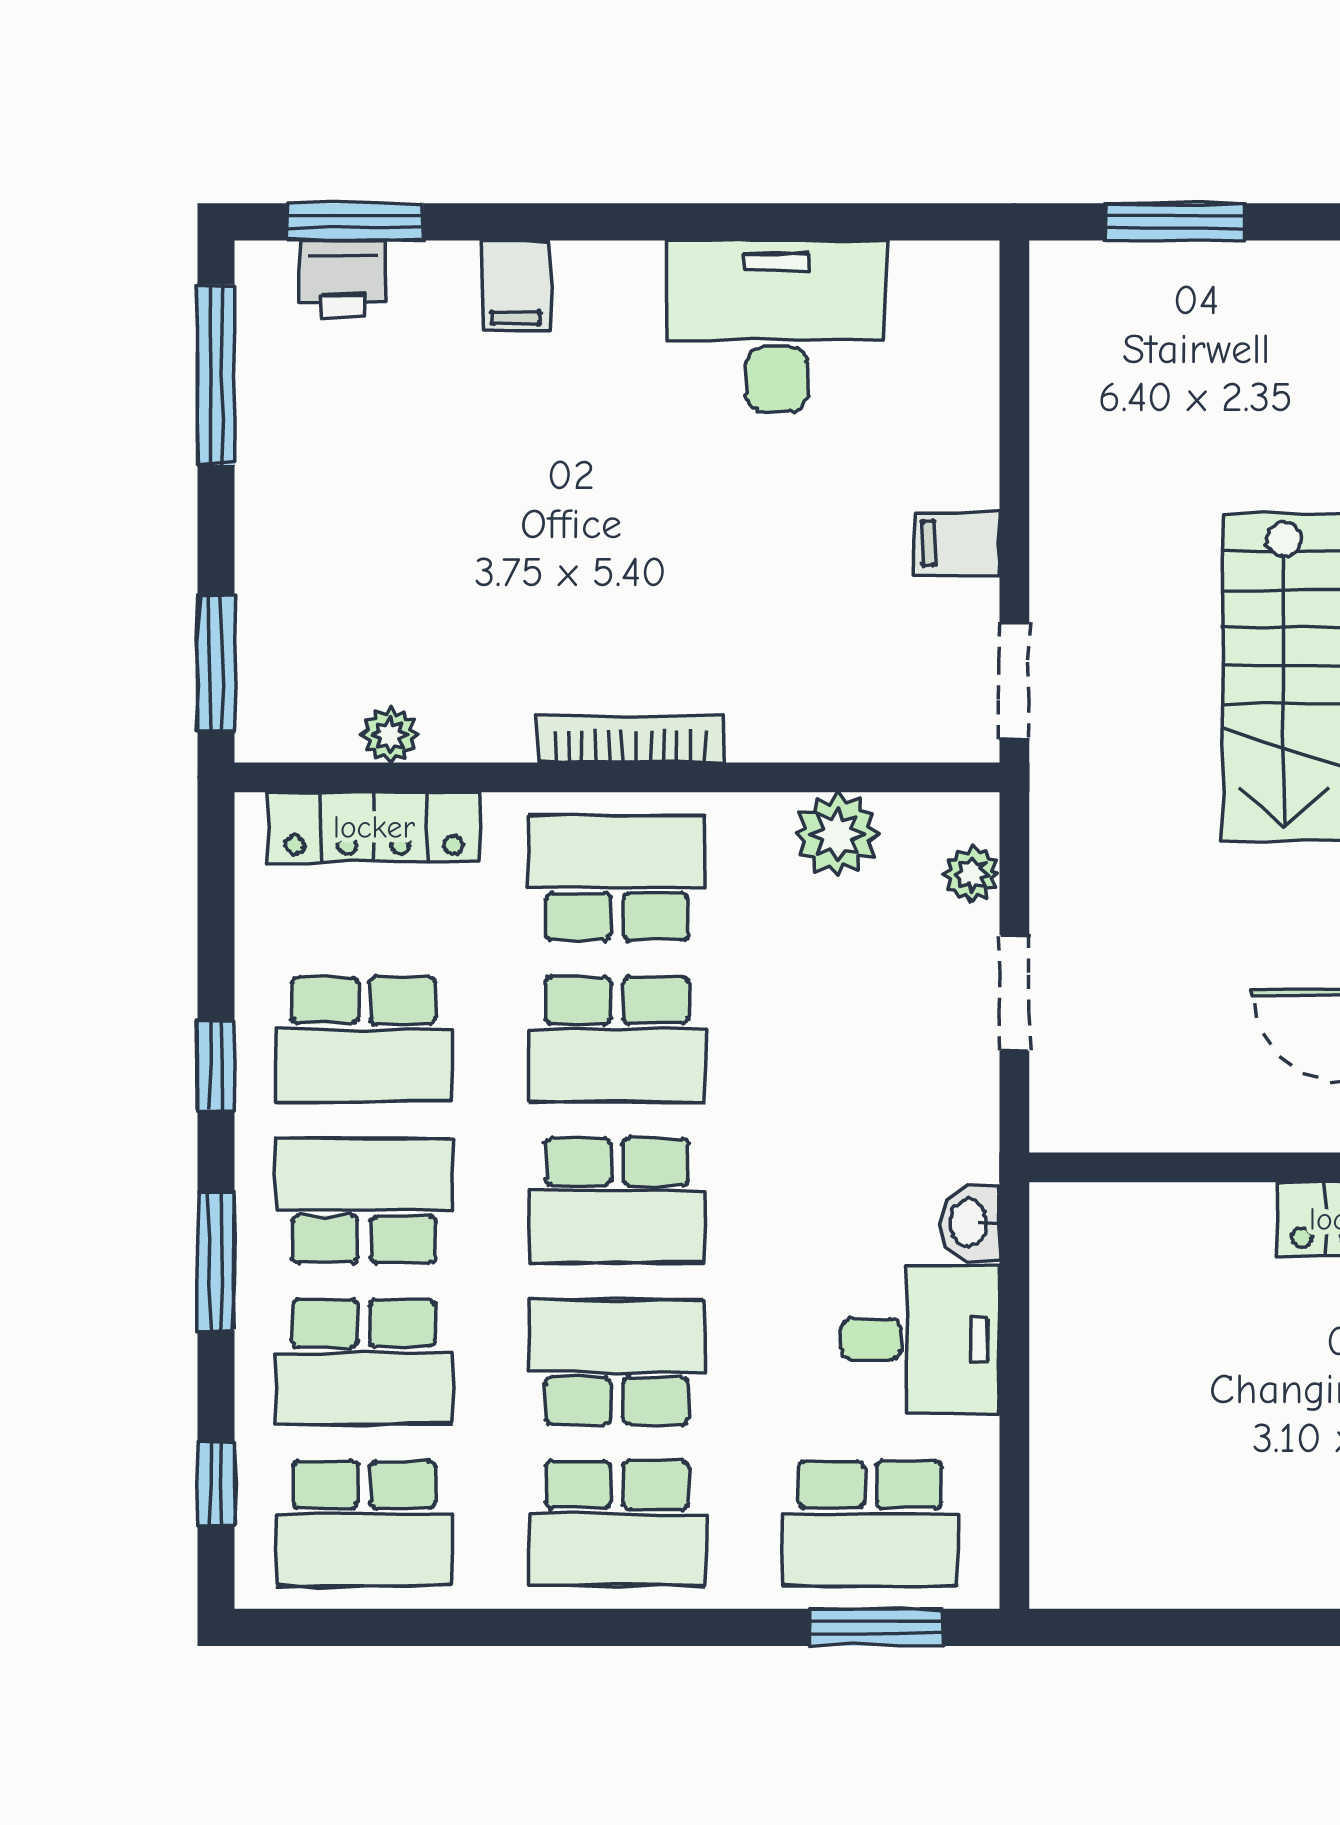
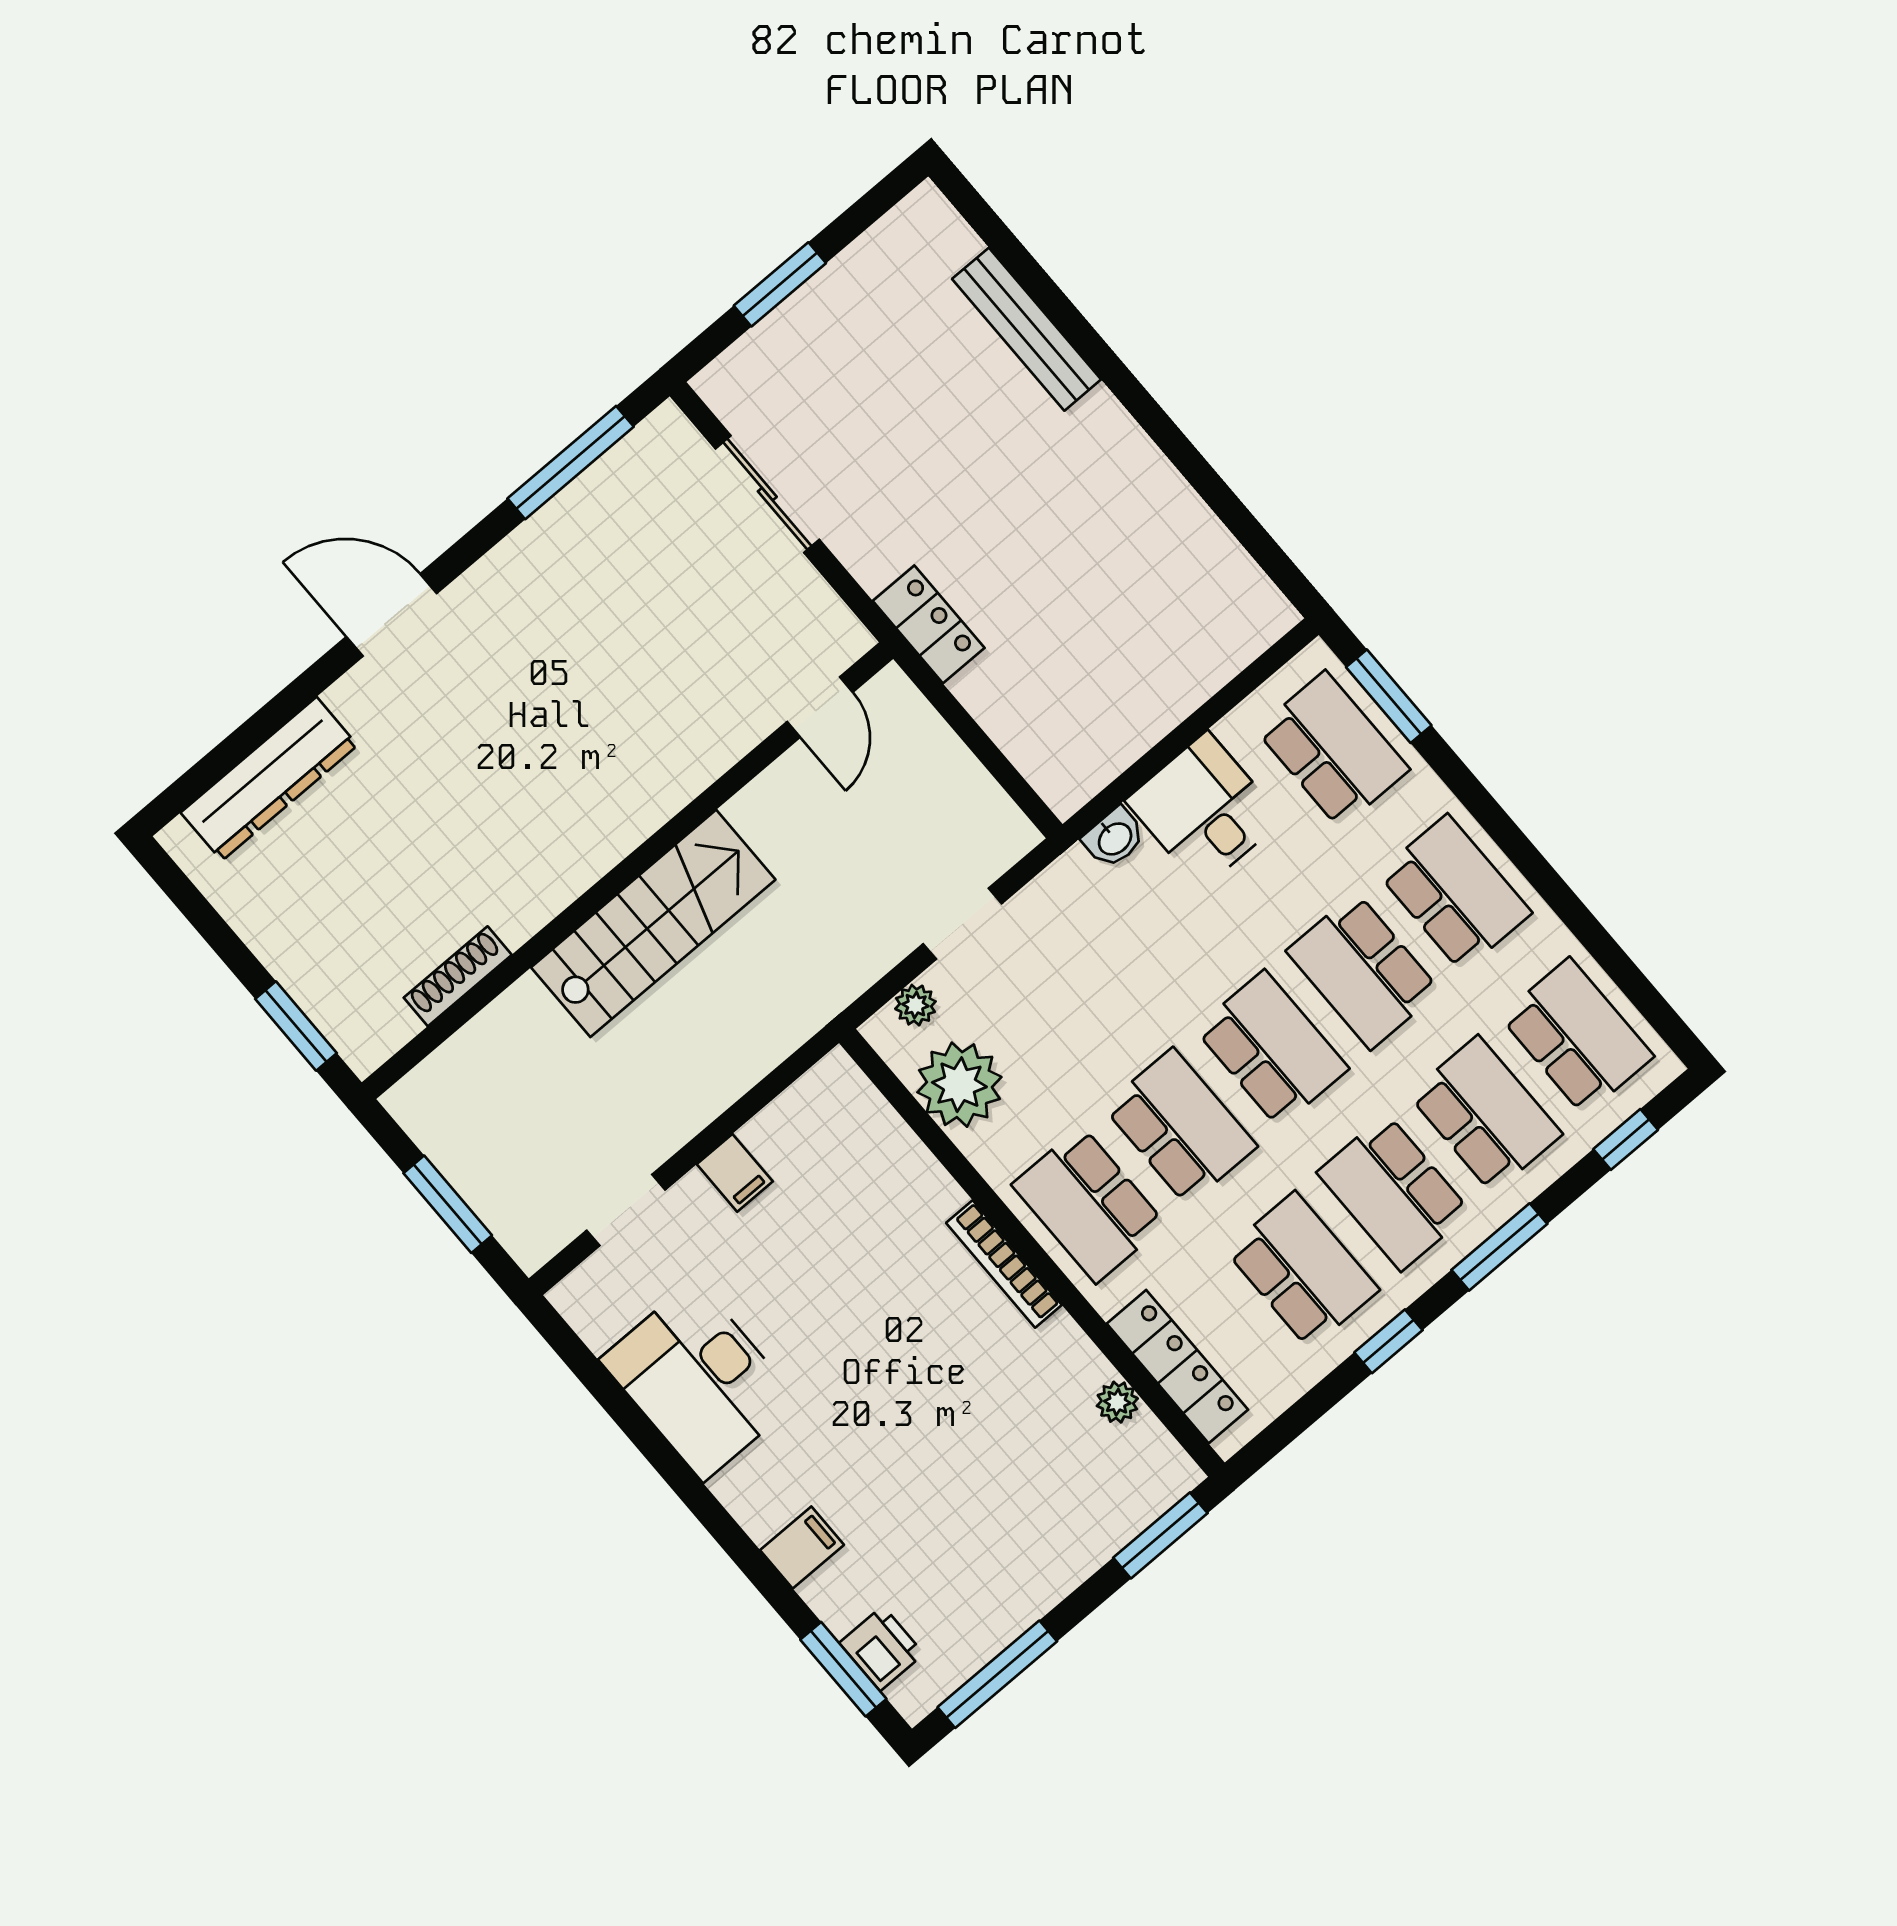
doorway: (1014, 680) -> (626, 1210), moved
plant: (837, 834) -> (959, 1085), width x1.36, depth x1.36

